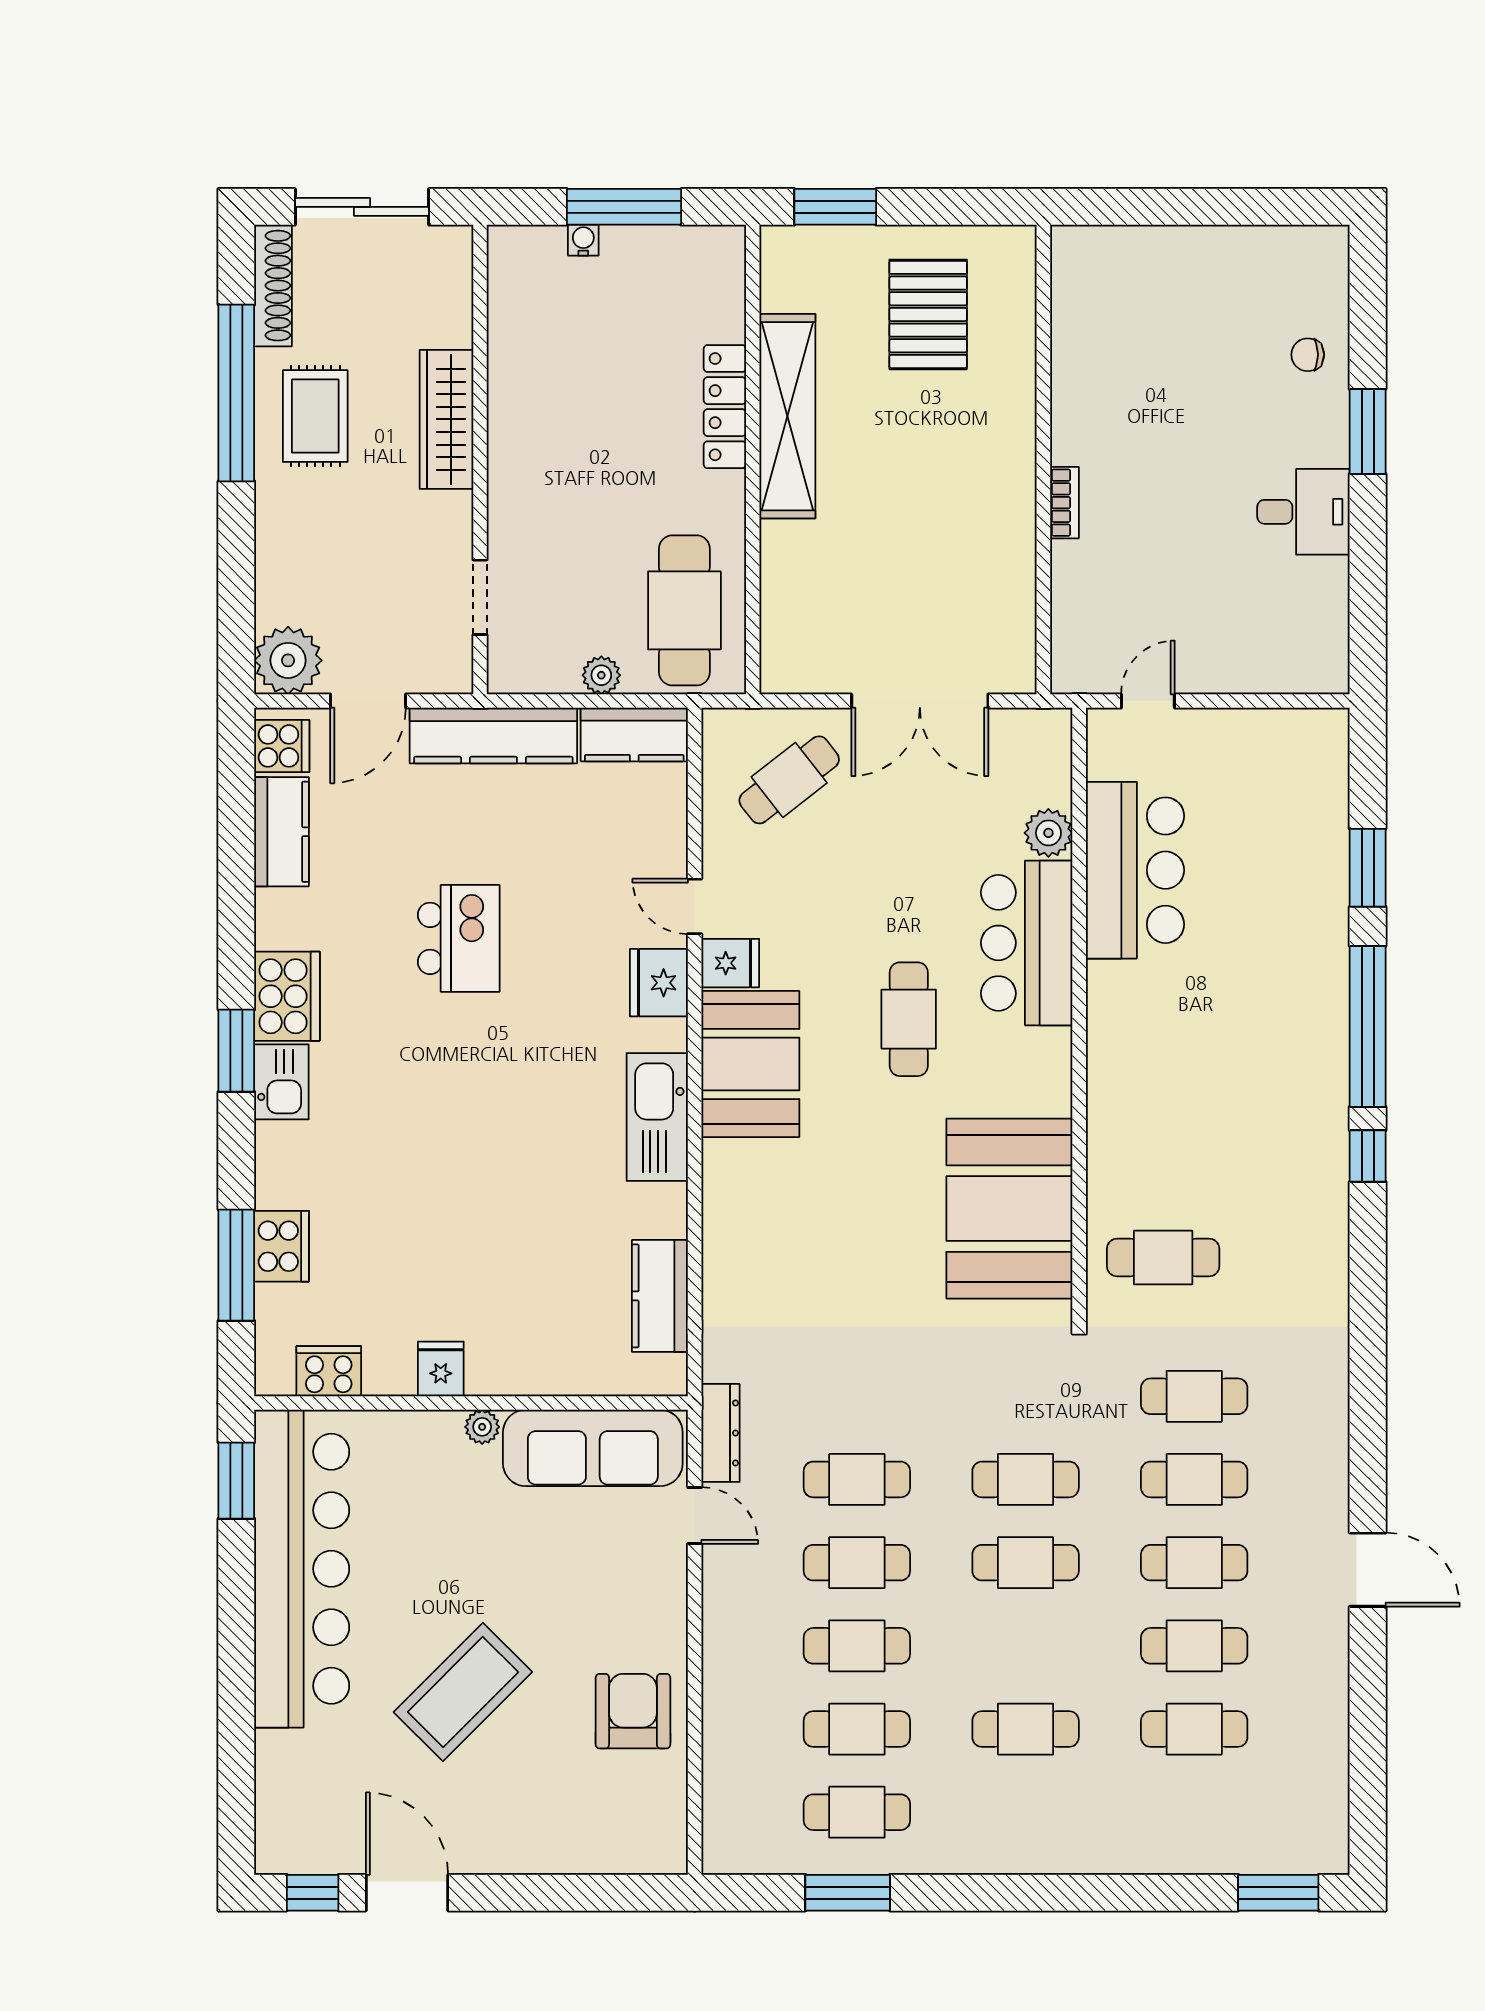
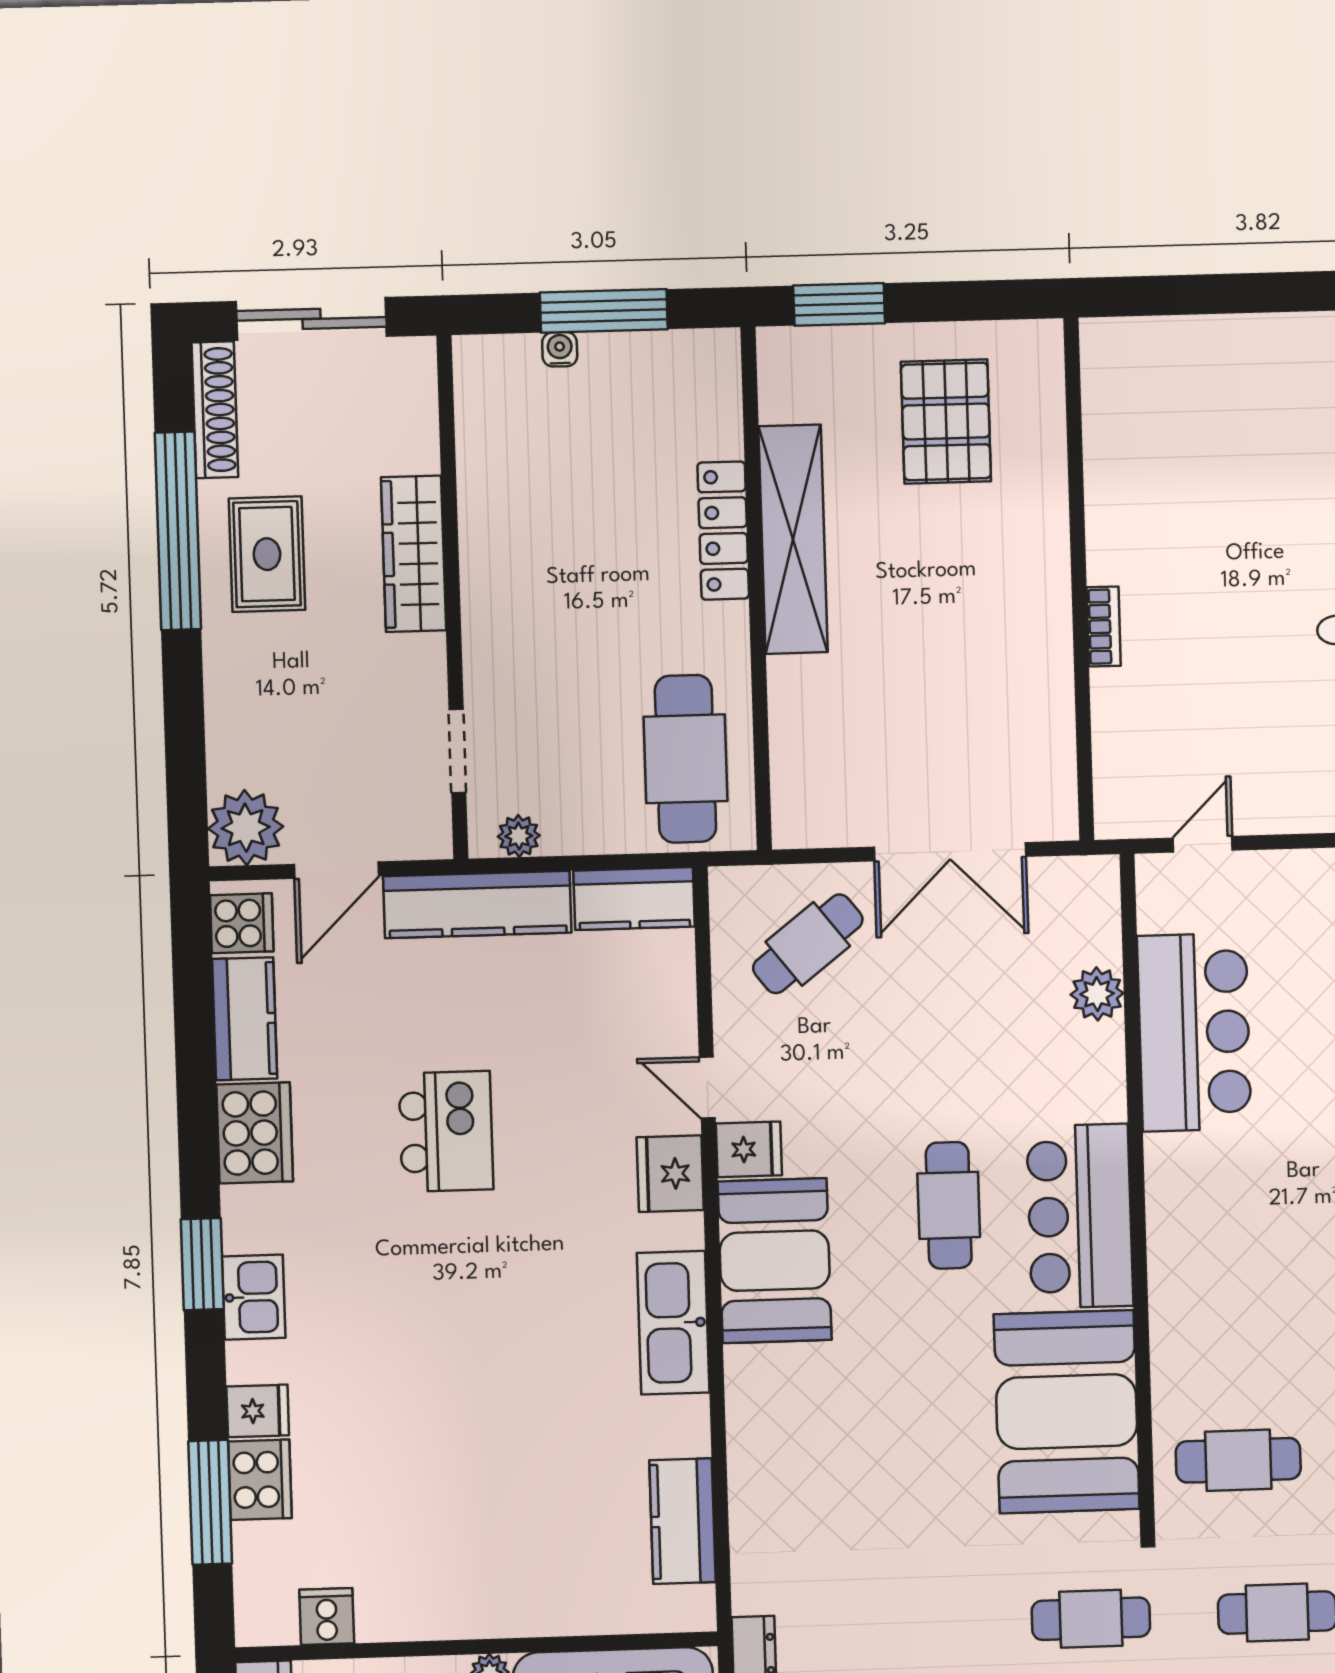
plant: (601, 675) -> (519, 836), moved
bar counter: (1027, 943) -> (1080, 1216), moved
cooker: (287, 996) -> (255, 1133), moved
fridge: (441, 1369) -> (258, 1411), moved, turned 90
cooker: (329, 1371) -> (327, 1616), width x0.73
cafe table: (1026, 1396) -> (1091, 1619), added

